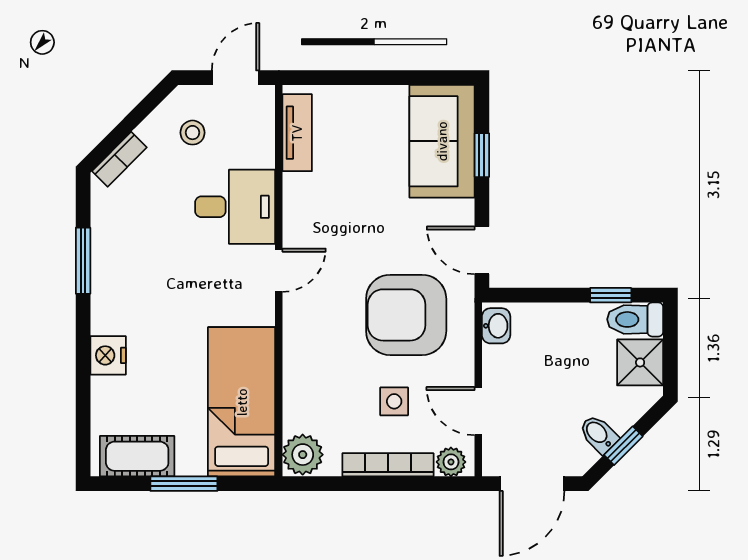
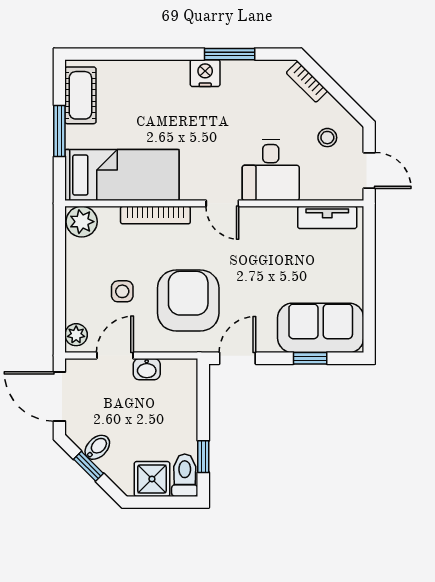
washbasin: (496, 326) -> (147, 369), moved
nightstand: (108, 355) -> (205, 73), moved
bookcase: (388, 465) -> (155, 215), moved, turned 90

